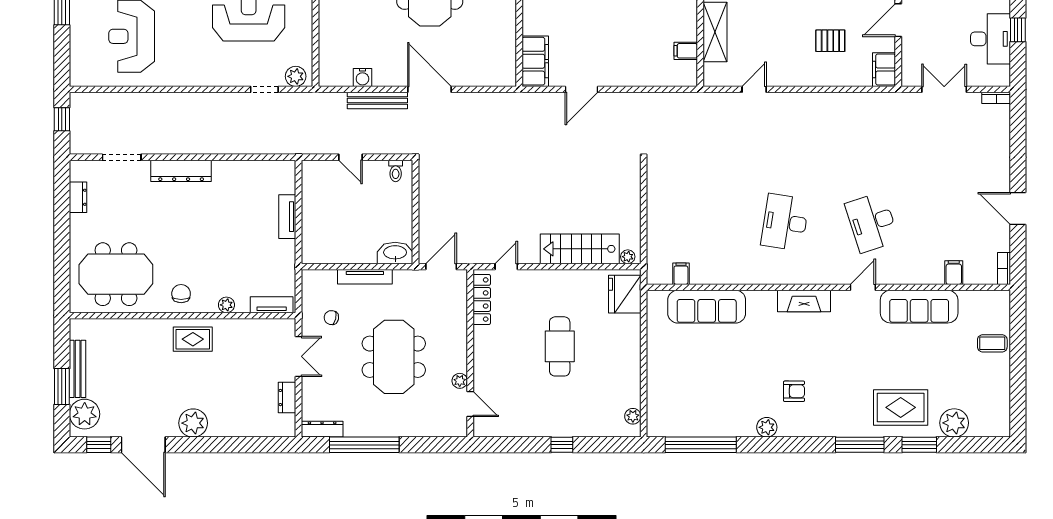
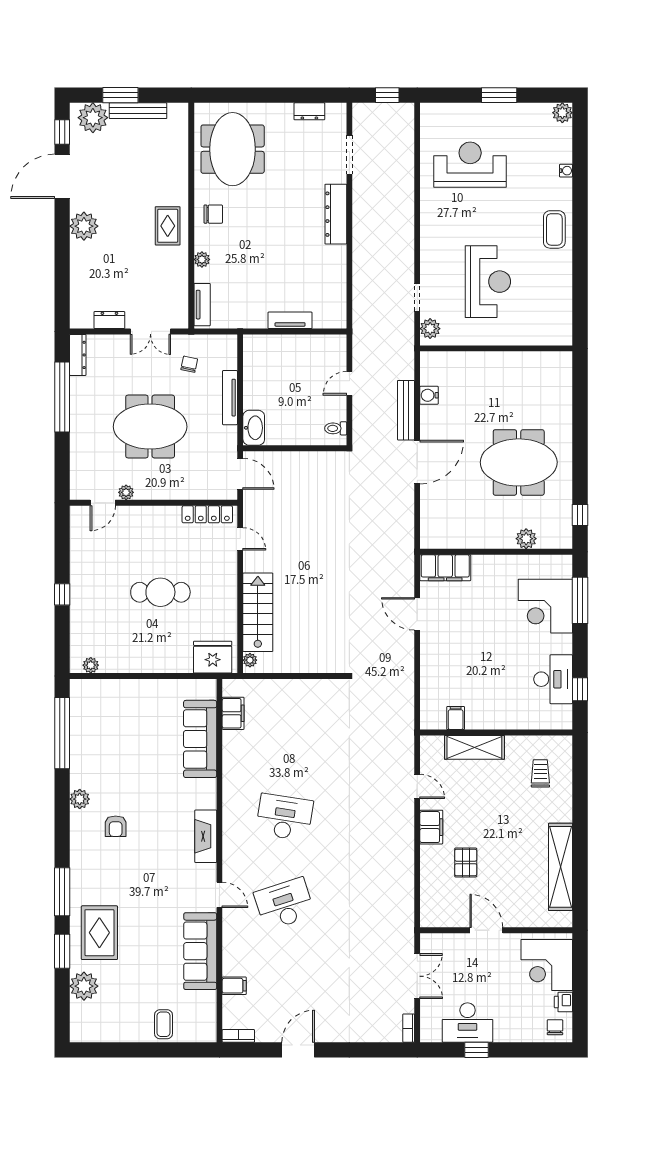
filing cabinet: (884, 70) -> (431, 827), moved, turned 90
filing cabinet: (681, 274) -> (233, 713), width x2.00

